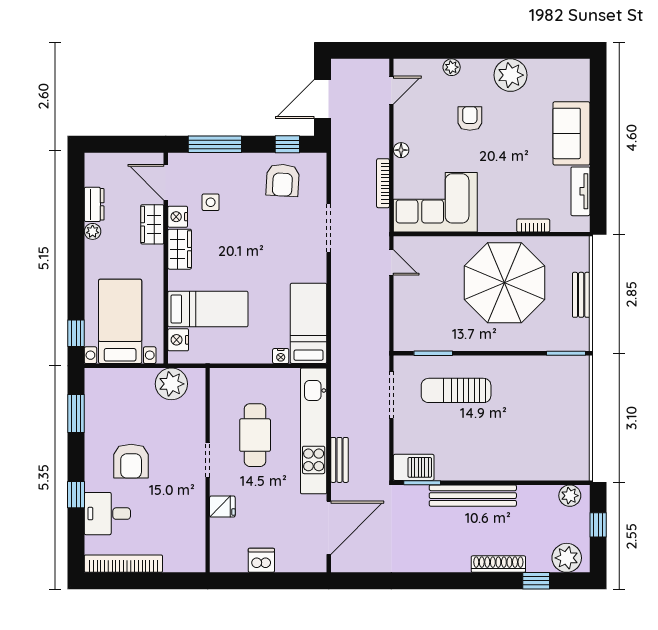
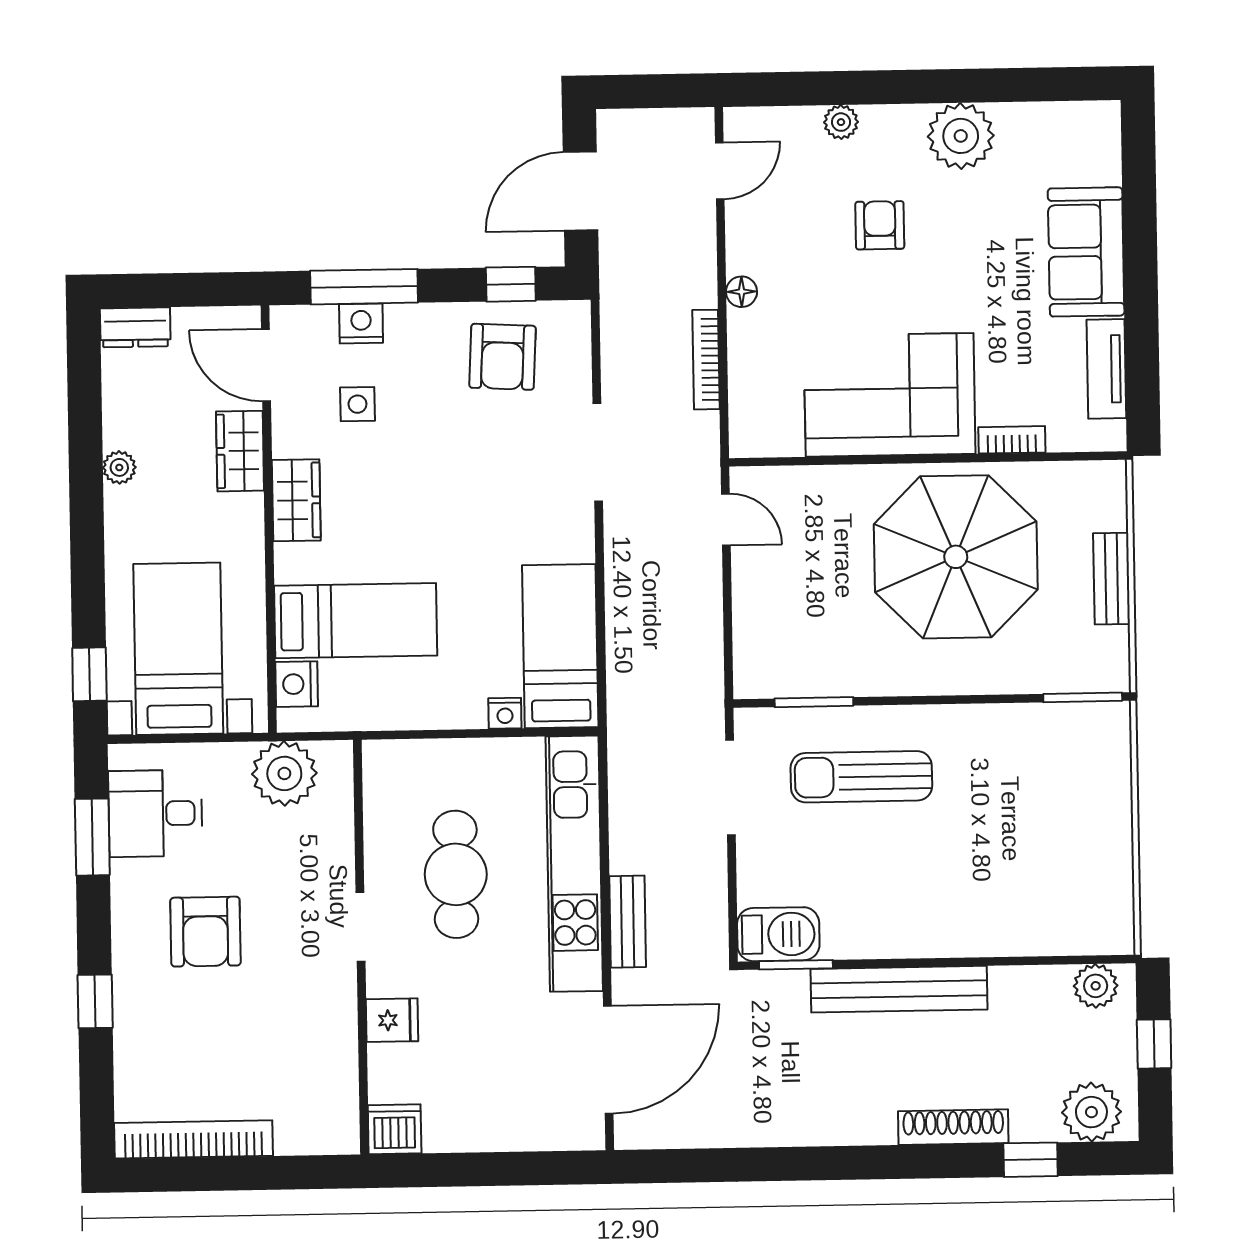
corner sofa: (435, 202) -> (890, 395), moved
dresser: (94, 204) -> (135, 327), moved, turned 90
nightstand: (178, 217) -> (361, 324), moved, turned 90
desk: (107, 514) -> (155, 813), moved
dishwasher: (261, 560) -> (395, 1129), moved

